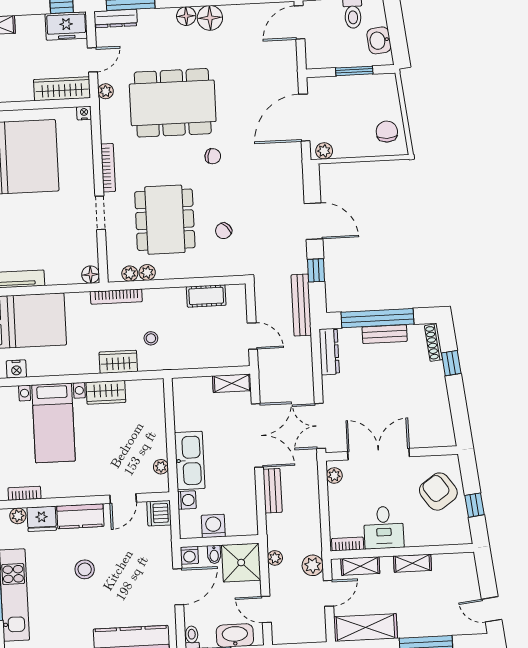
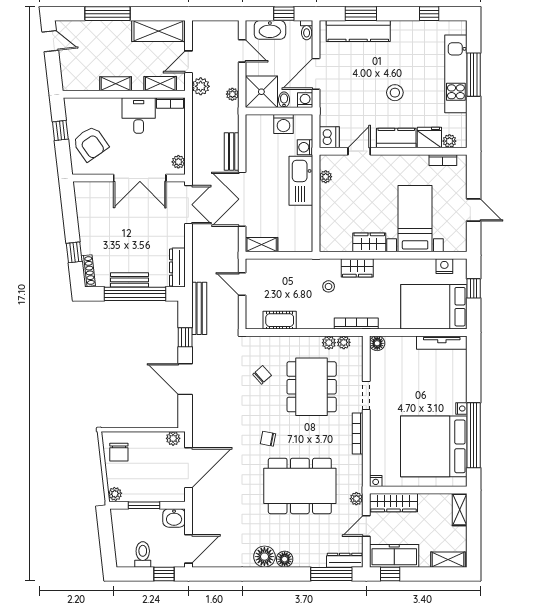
freezer: (66, 26) -> (394, 556), width x1.40
washbasin: (379, 40) -> (174, 518), moved, turned 96
plant: (389, 82) -> (115, 494), added

